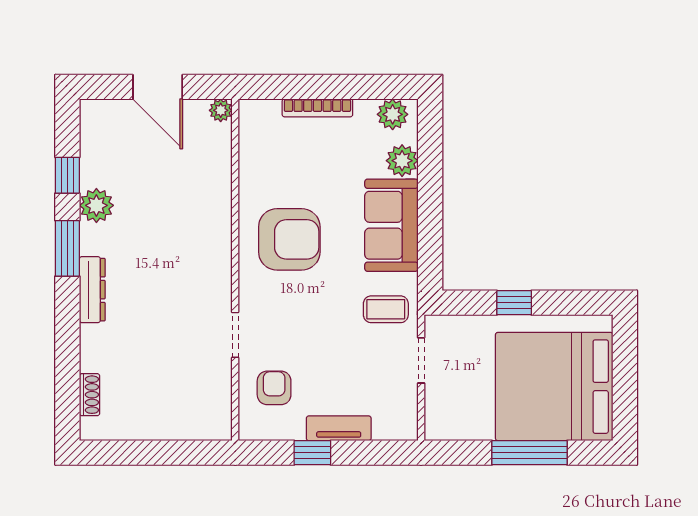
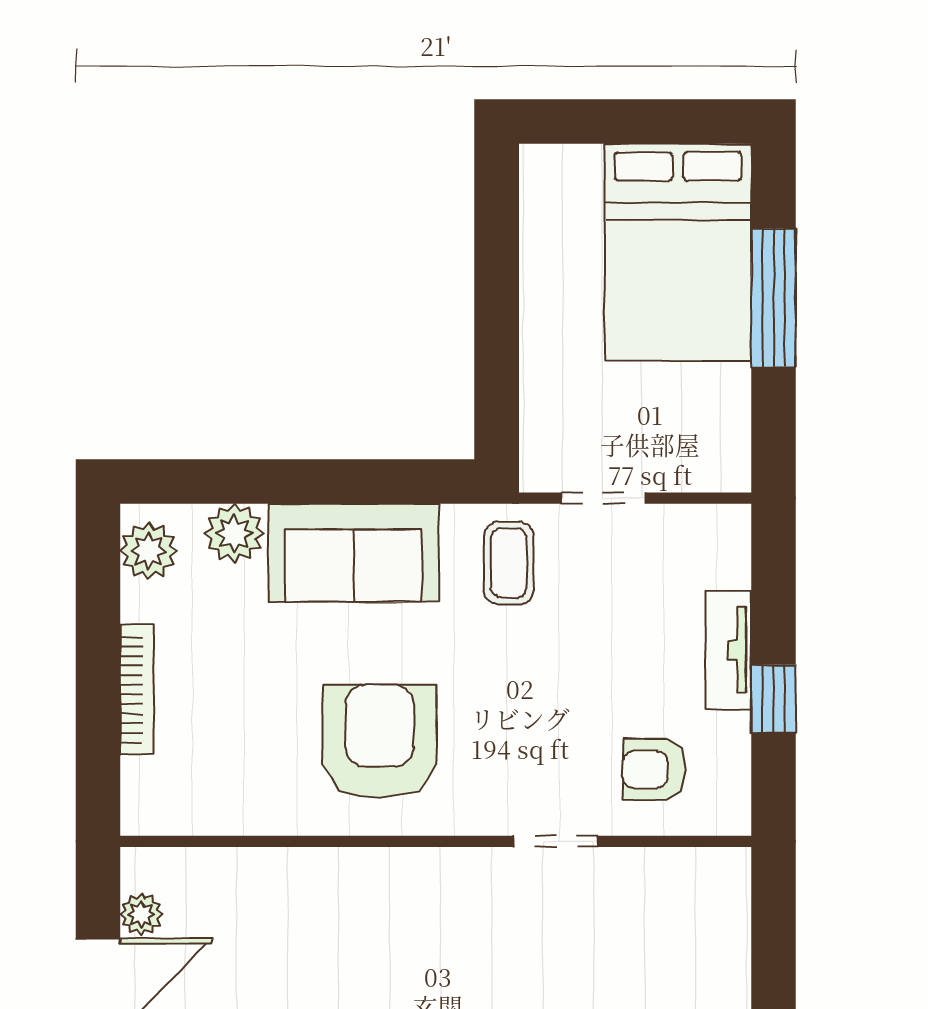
plant: (221, 110) -> (141, 914), moved
window: (514, 303) -> (497, 326), removed
bed: (554, 387) -> (678, 252), width x0.73

